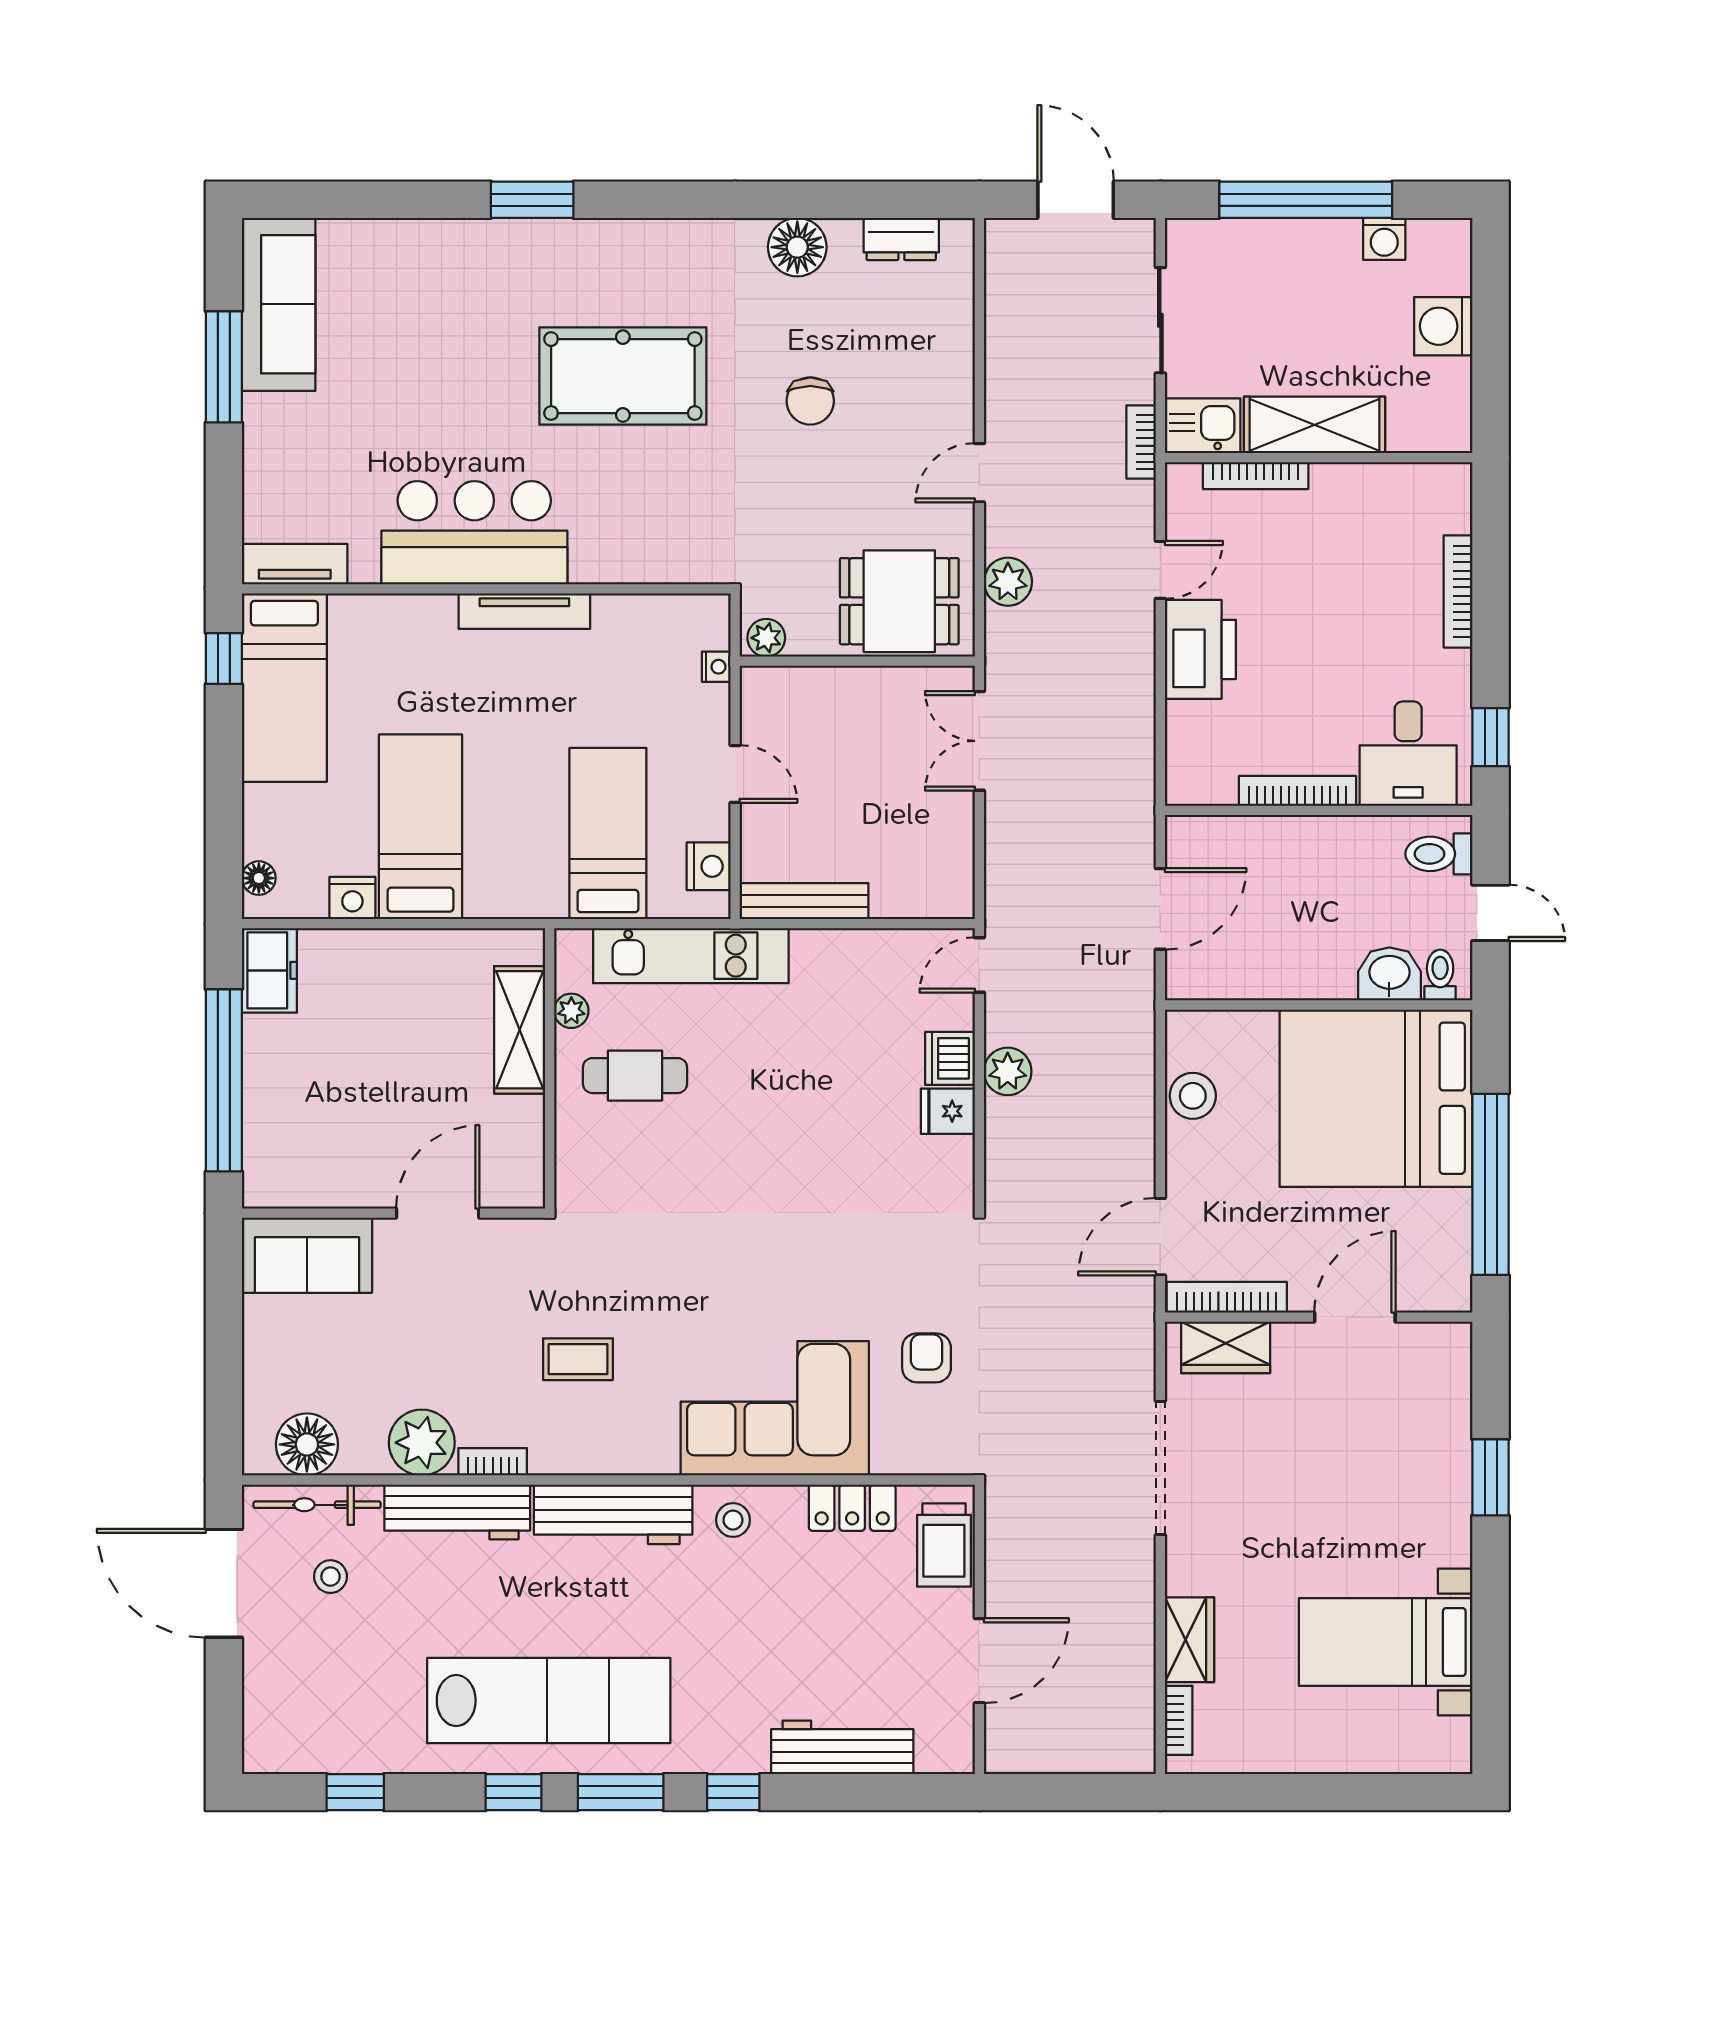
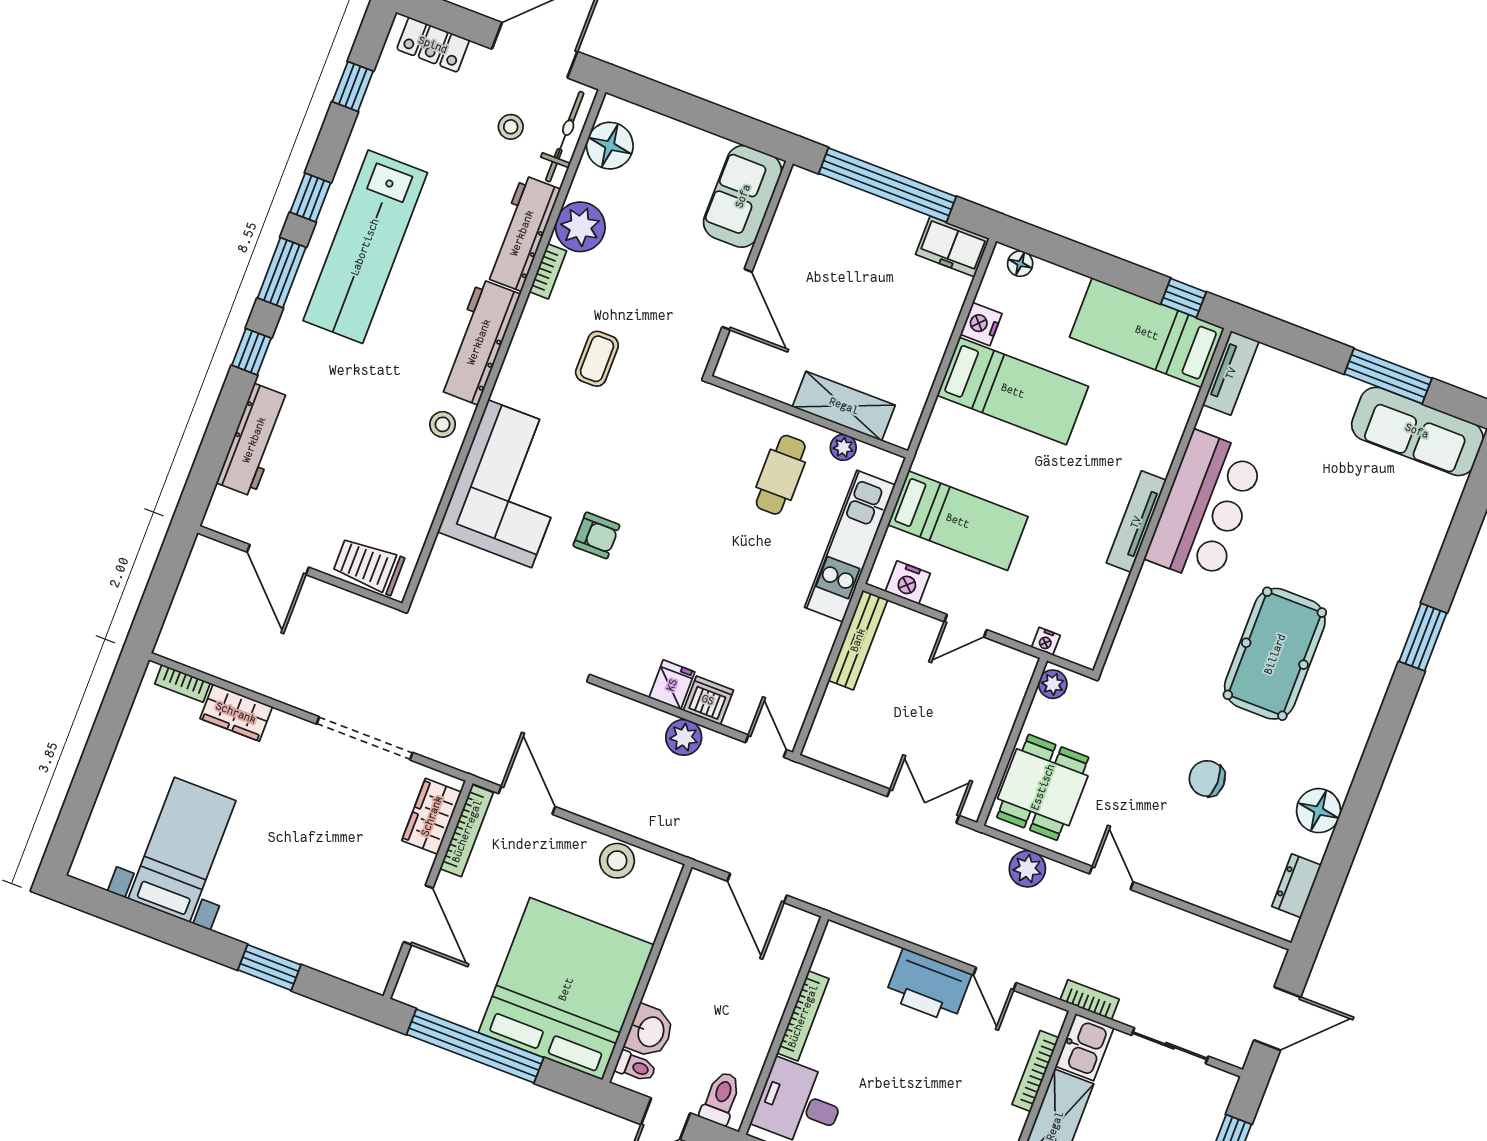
armchair: (927, 1358) -> (596, 535), moved
locker: (852, 1508) -> (433, 45), moved, turned -90

